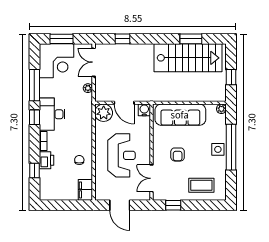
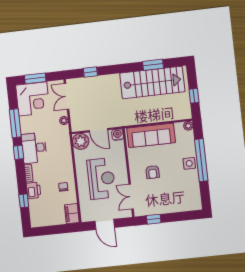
coffee table: (201, 185) -> (178, 198), removed

